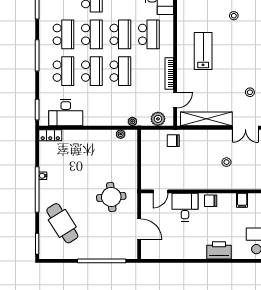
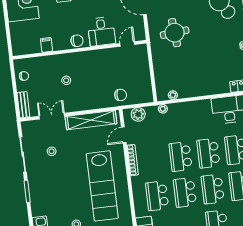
lab bench: (203, 51) -> (102, 186), width x1.86, depth x1.39

